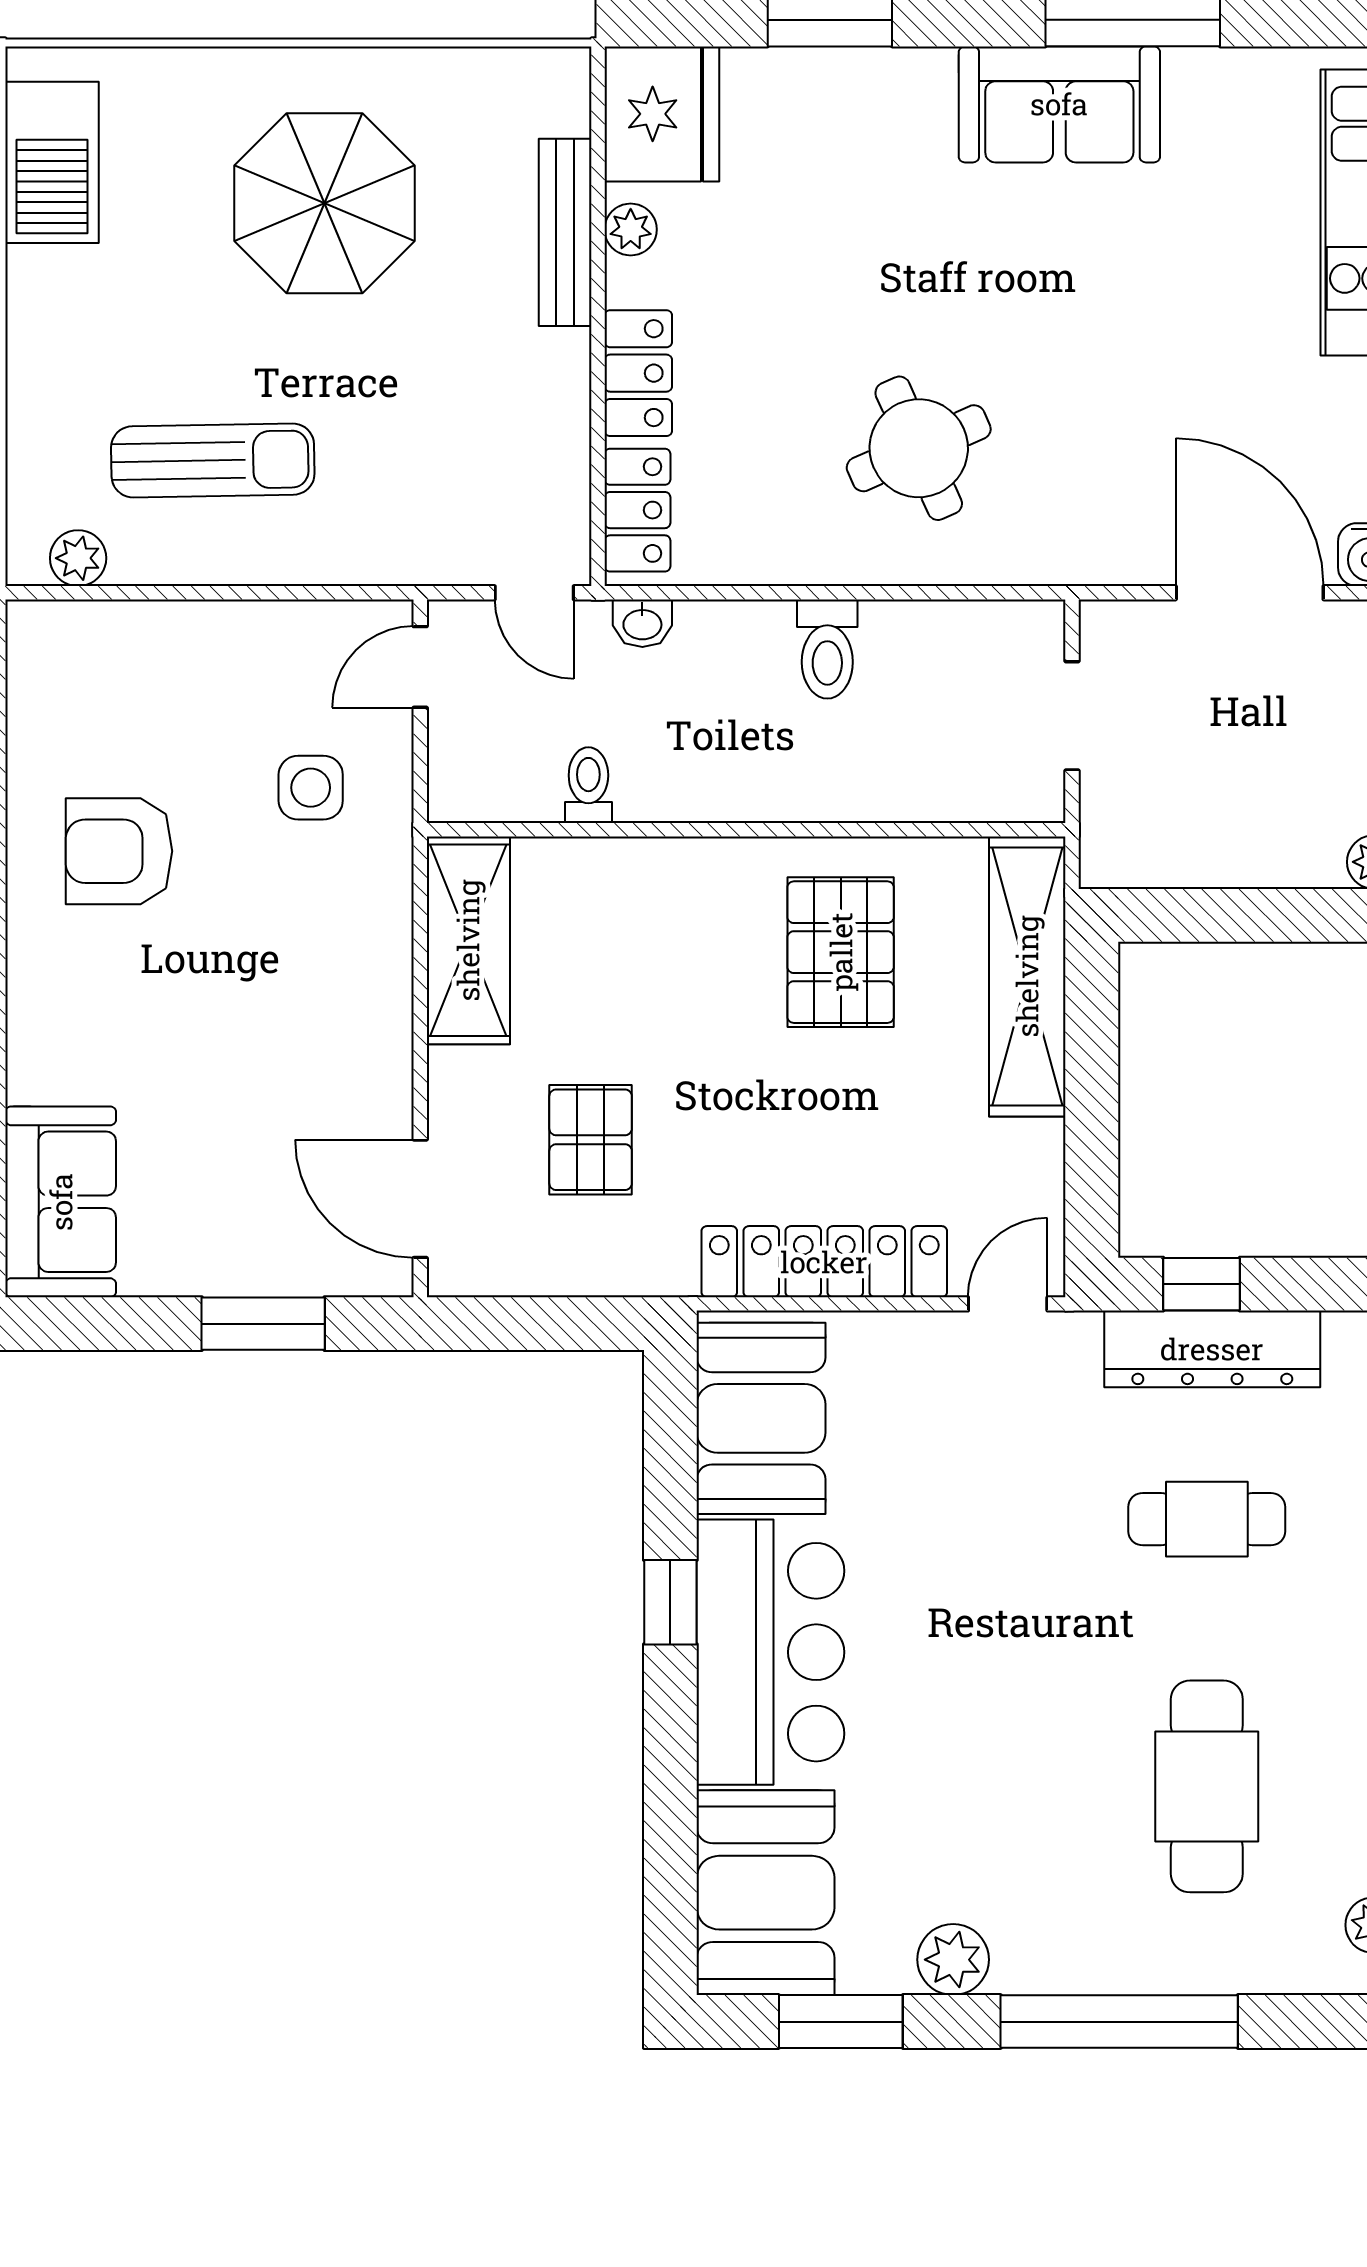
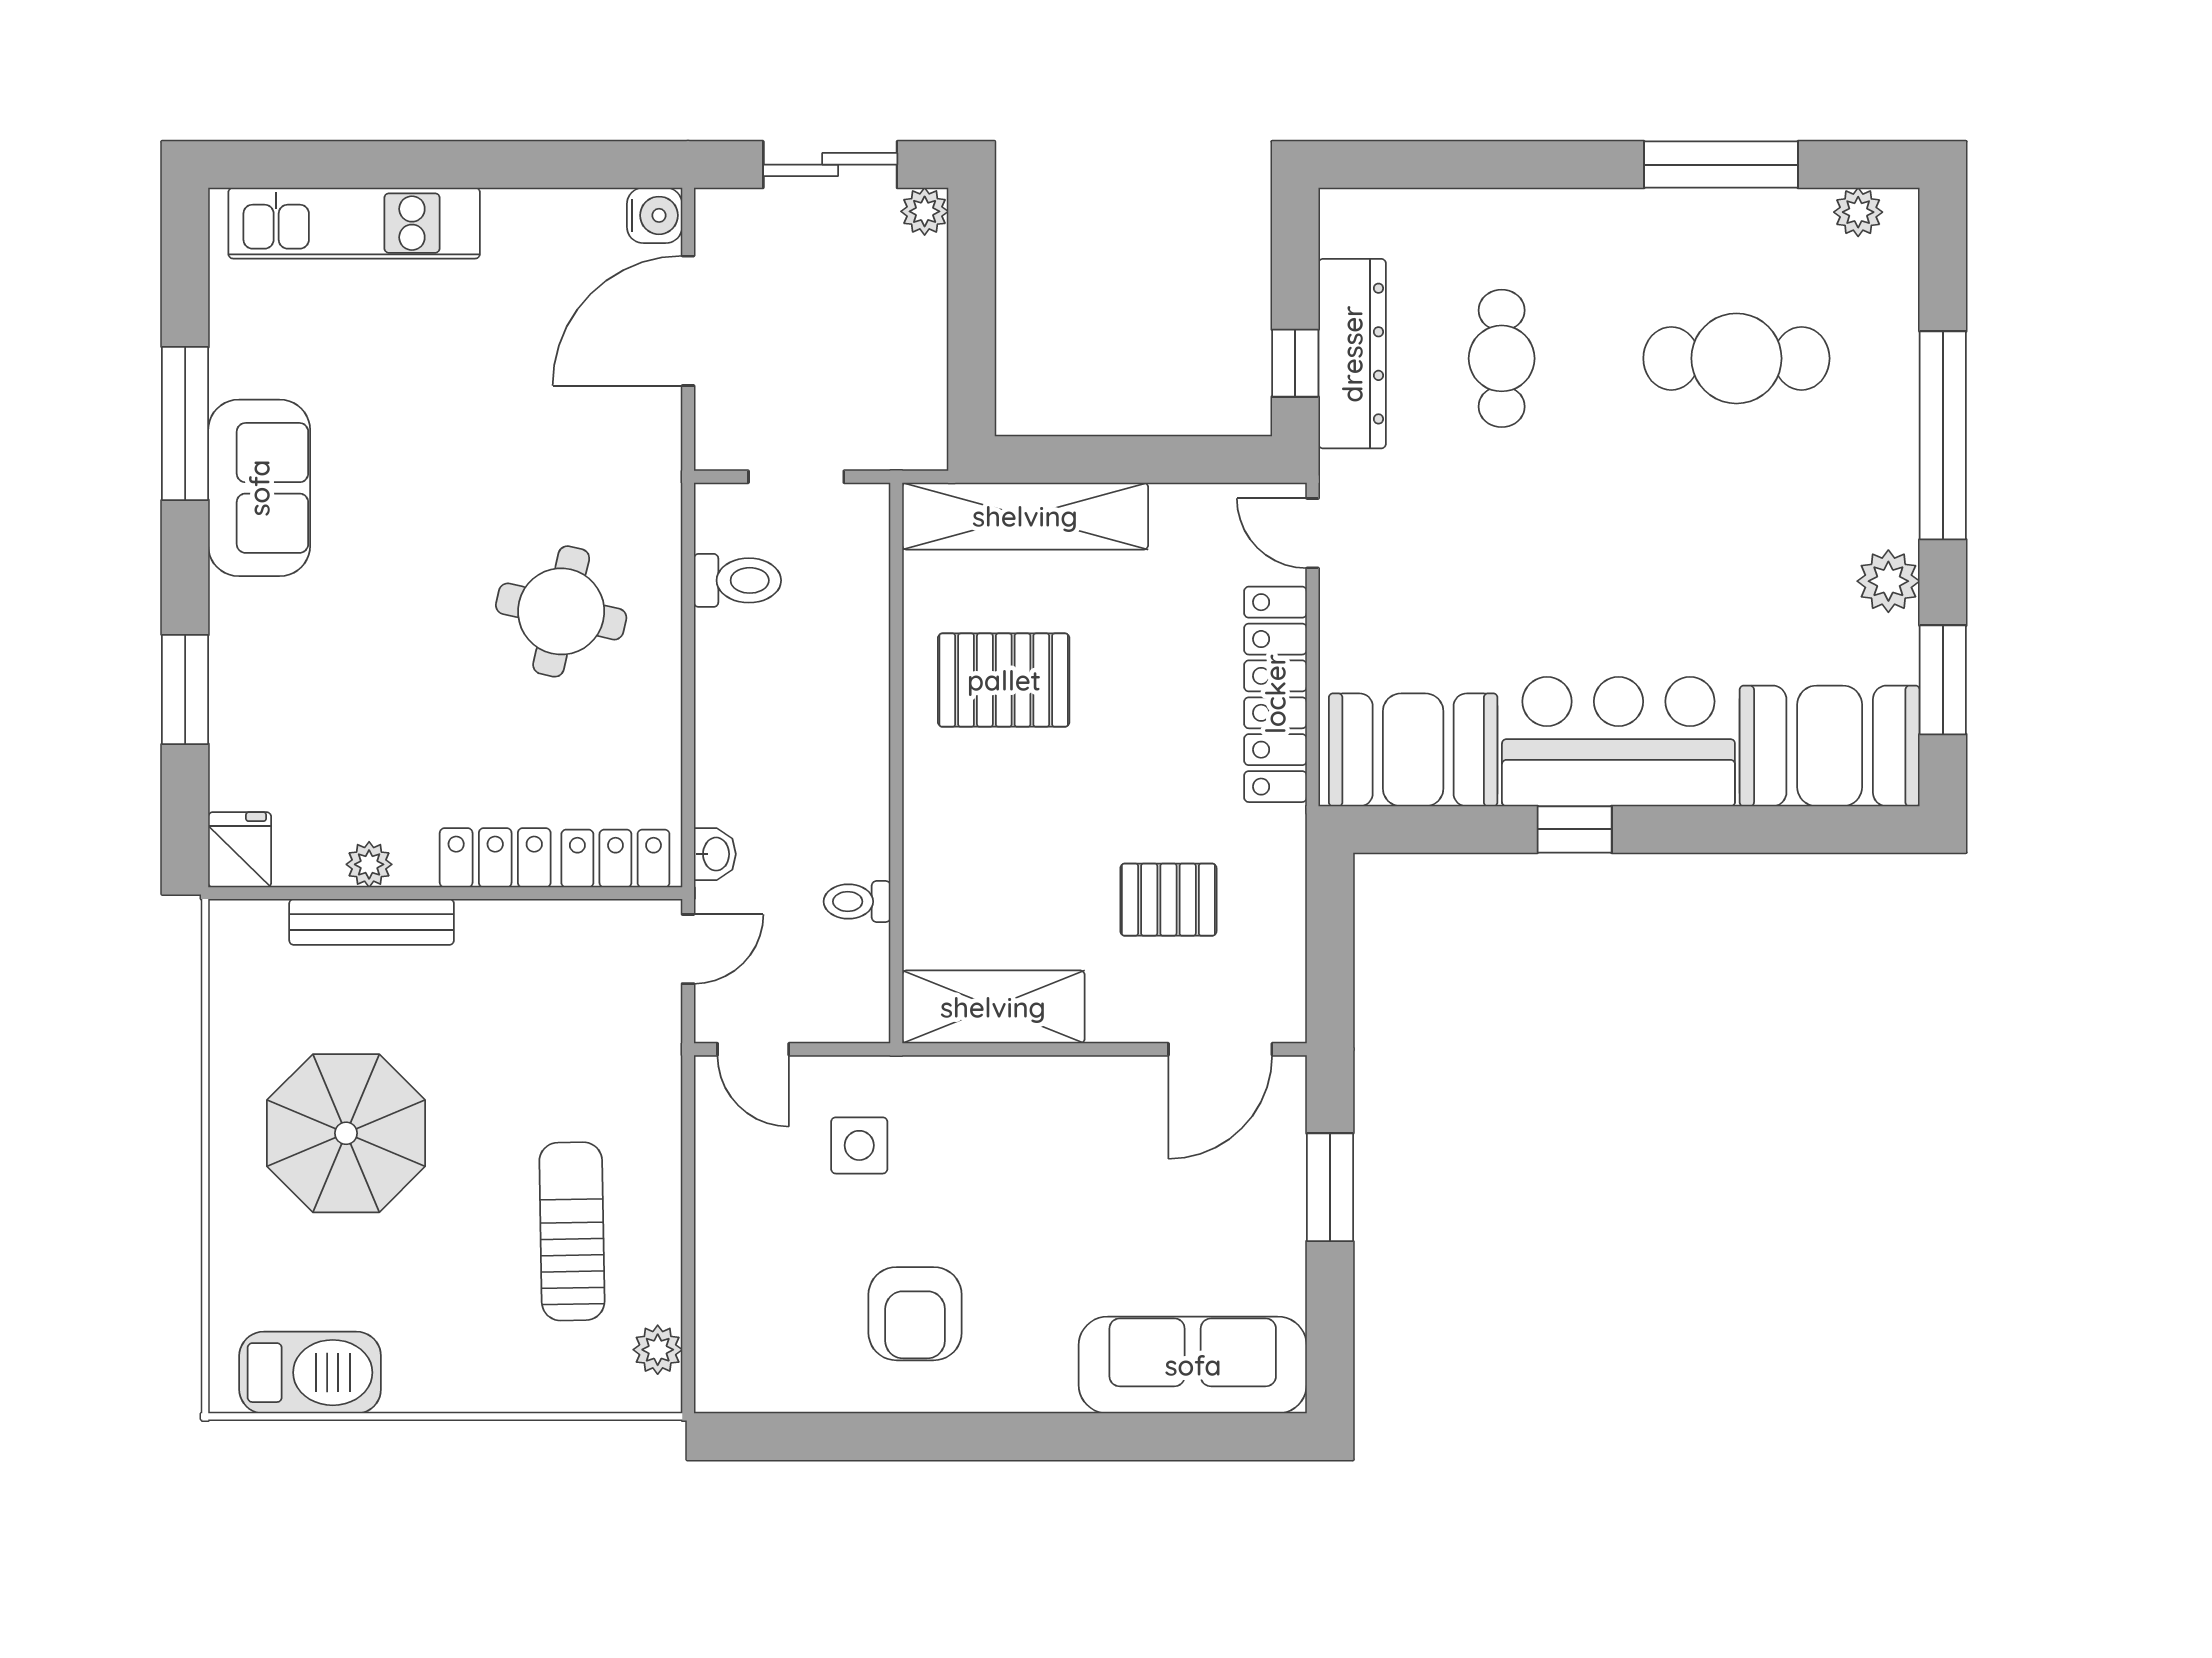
fridge: (662, 114) -> (240, 850), width x0.53, depth x0.75
round table: (919, 448) -> (561, 611), turned 37
toilet: (827, 649) -> (737, 580), moved
sofa: (61, 1202) -> (1193, 1365), width x1.36

